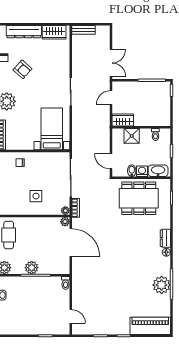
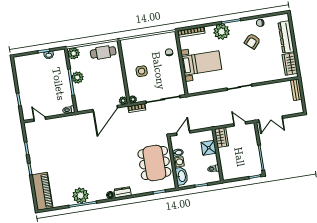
bed with nightstands: (52, 129) -> (202, 63), moved
door: (71, 316) -> (40, 119), swing flipped

